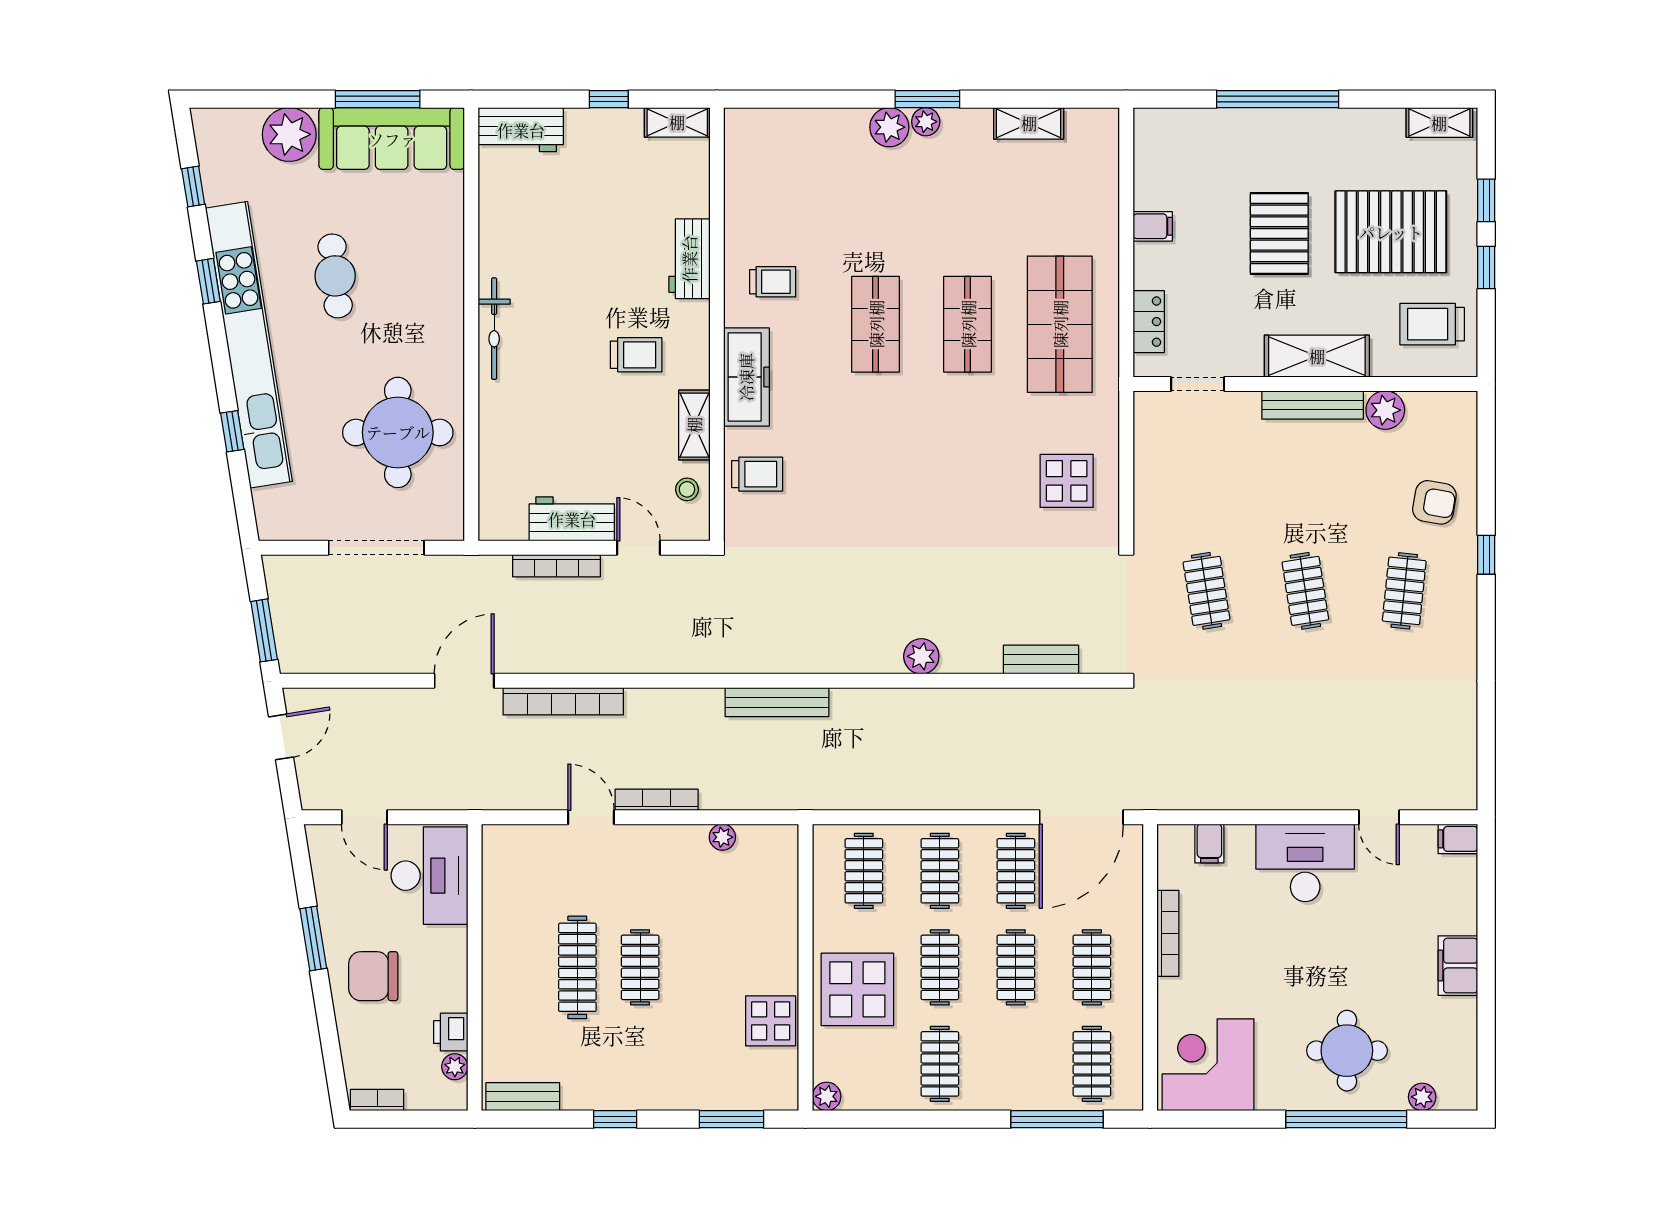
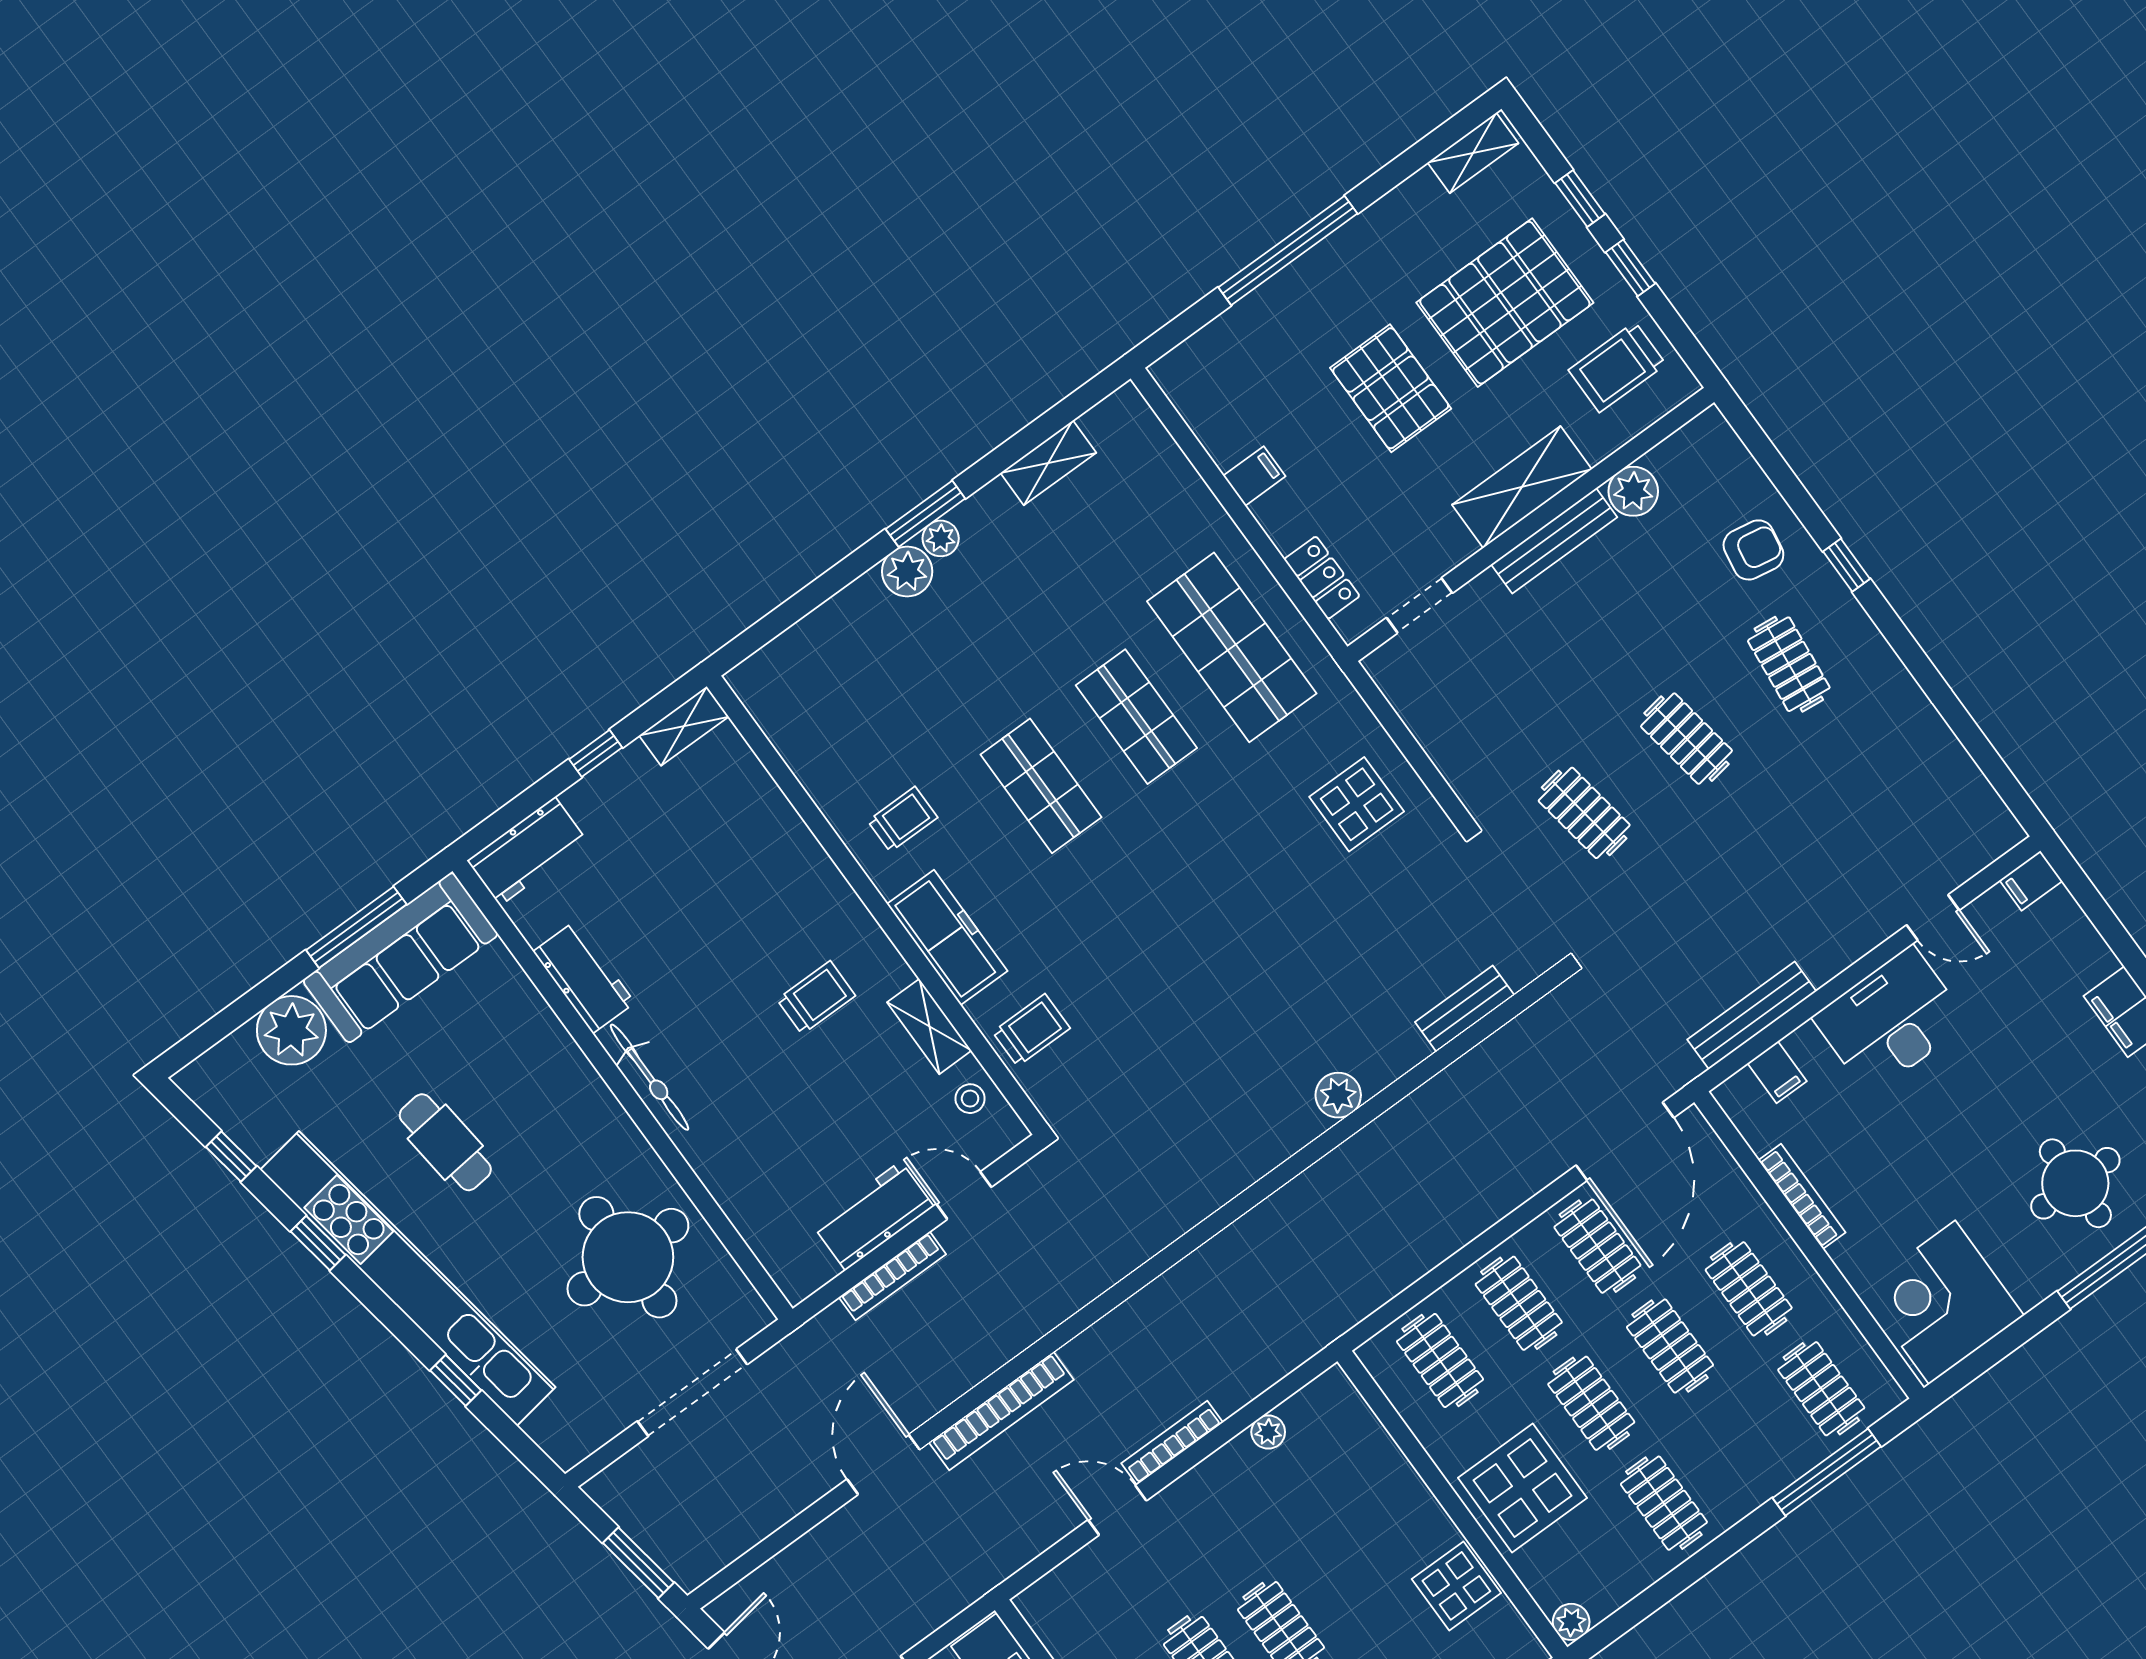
workbench: (689, 259) -> (584, 977), moved, turned 180
bench: (777, 702) -> (1752, 1015), moved

